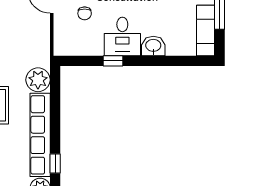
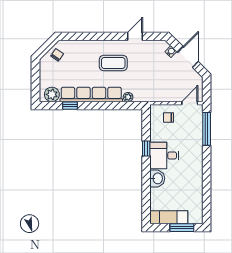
chair: (85, 13) -> (168, 118), moved
plant: (38, 80) -> (128, 97), width x0.53, depth x0.53

